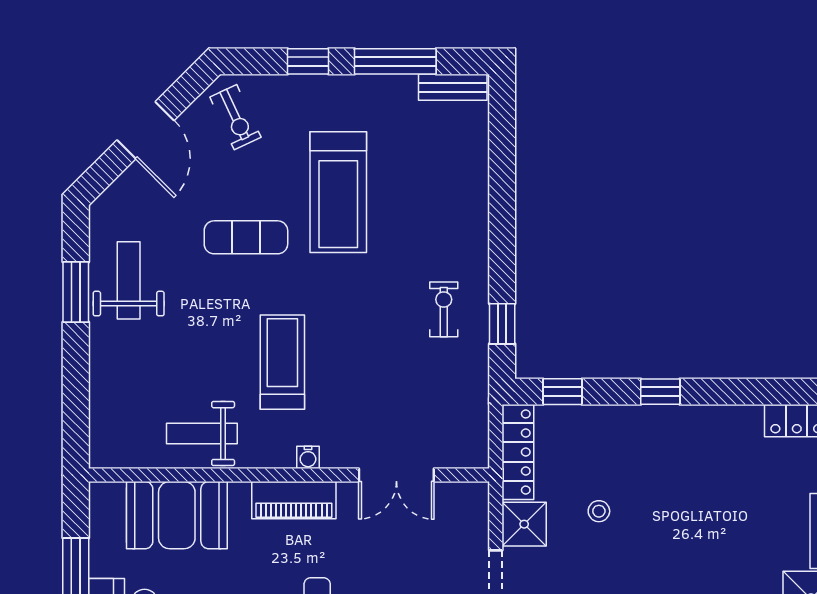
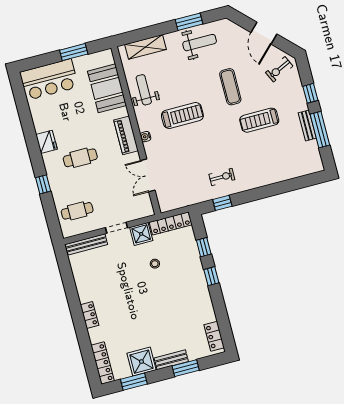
bench: (453, 87) -> (307, 125), moved
door: (146, 130) -> (264, 33), hinge flipped
treadmill: (338, 192) -> (259, 120), width x0.73, depth x0.73
window: (563, 392) -> (204, 247), moved
shelving: (107, 404) -> (146, 47), added

